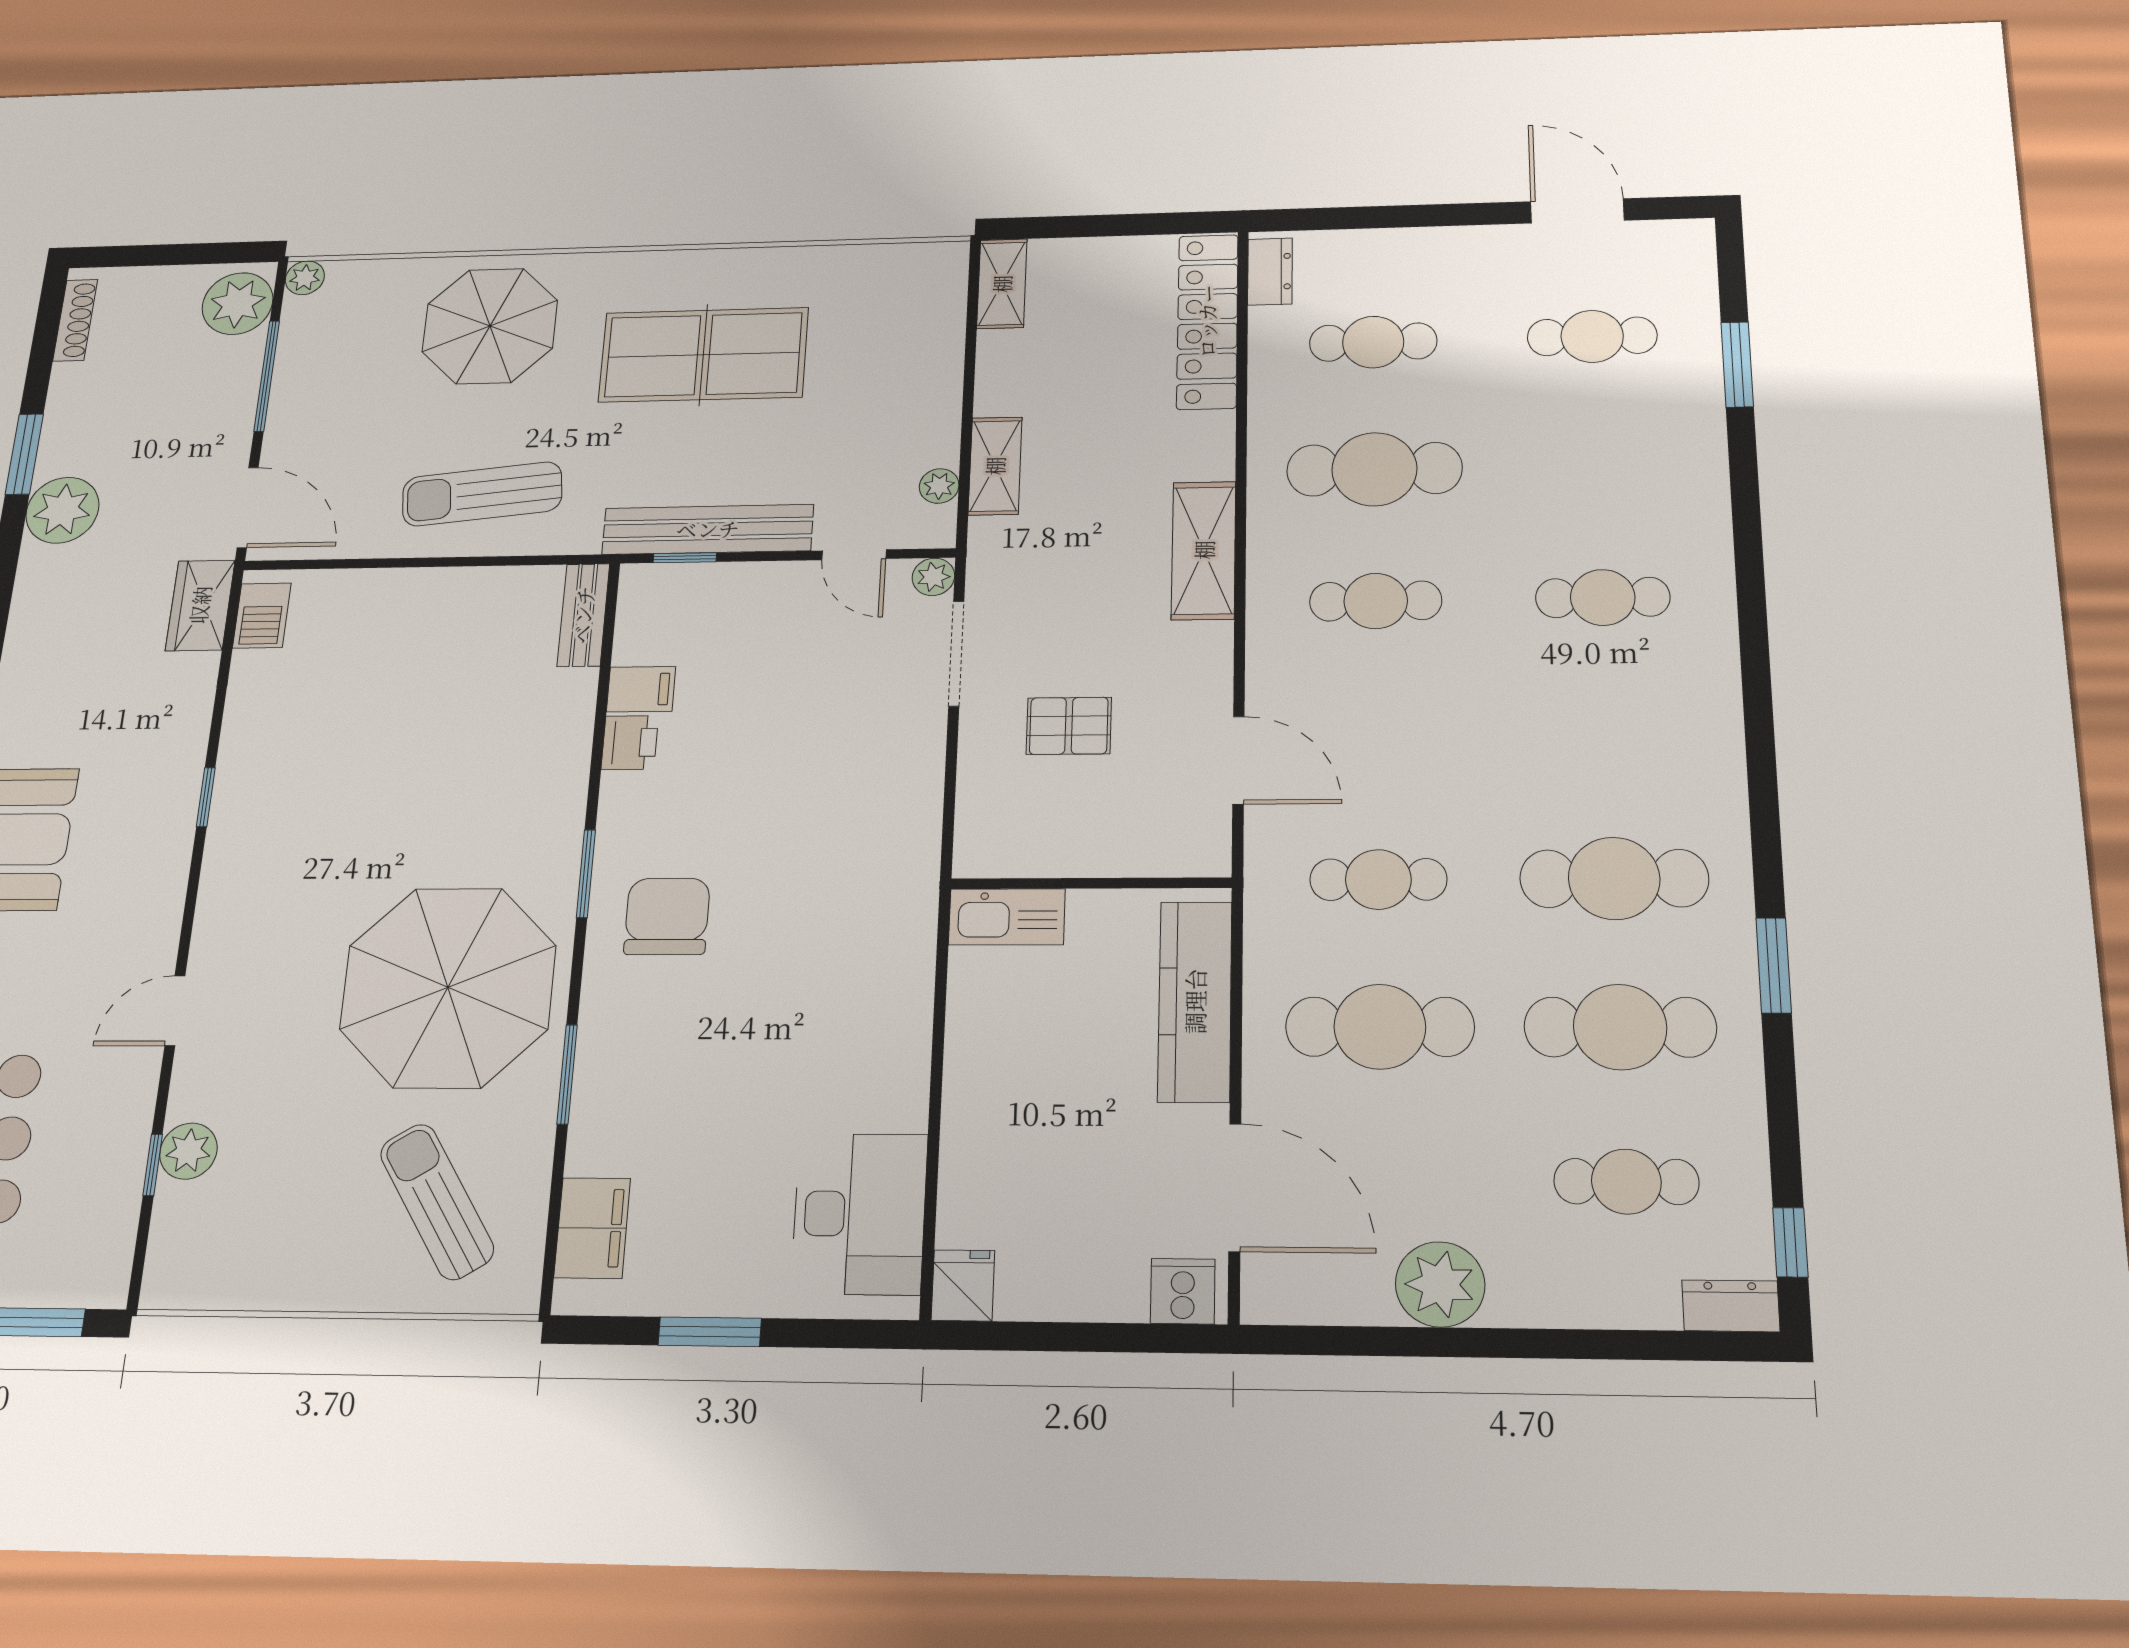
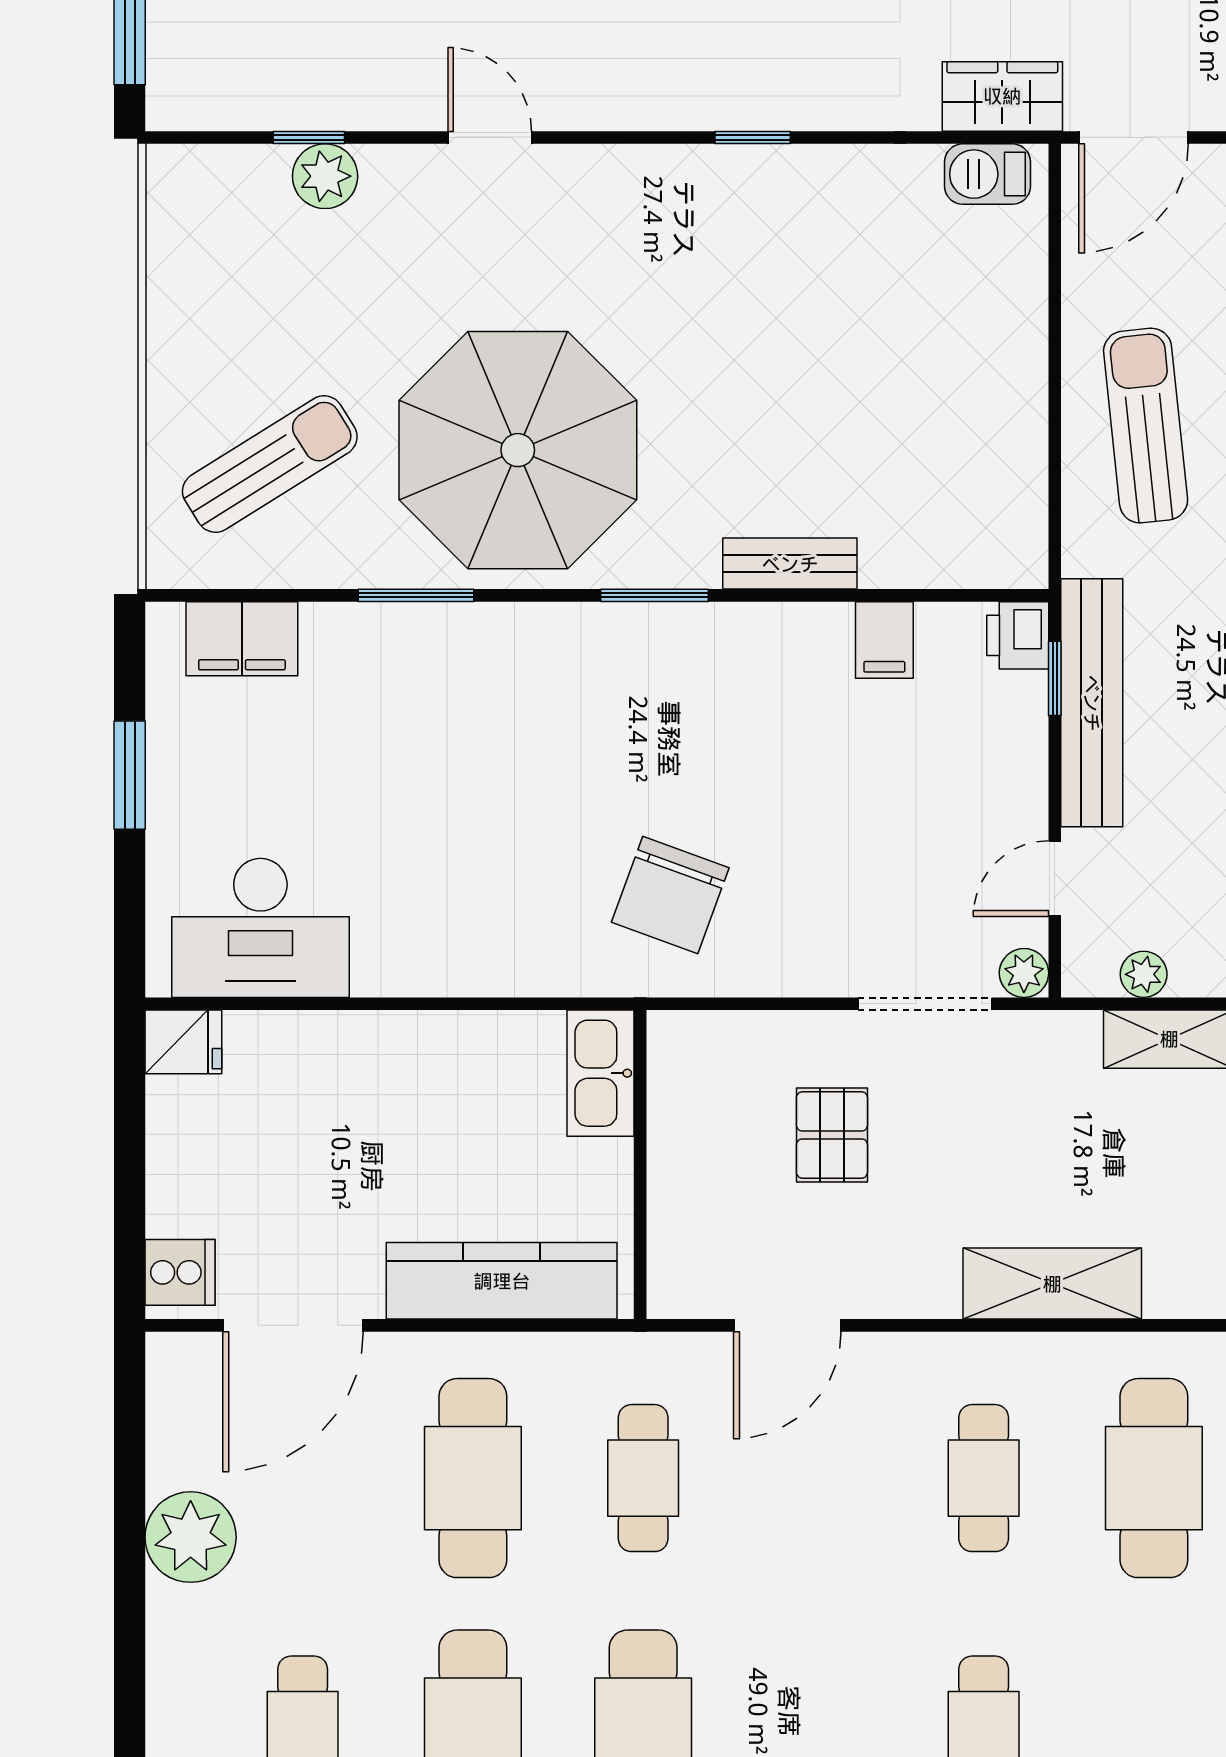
bench: (583, 615) -> (790, 564), moved
printer: (630, 743) -> (1018, 635), moved, turned 90
chair: (667, 916) -> (670, 895), moved, turned 110

